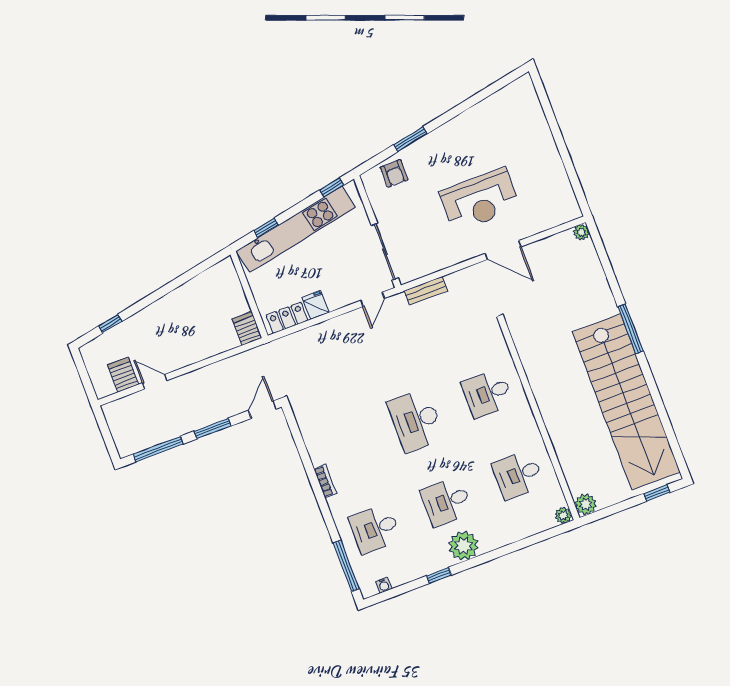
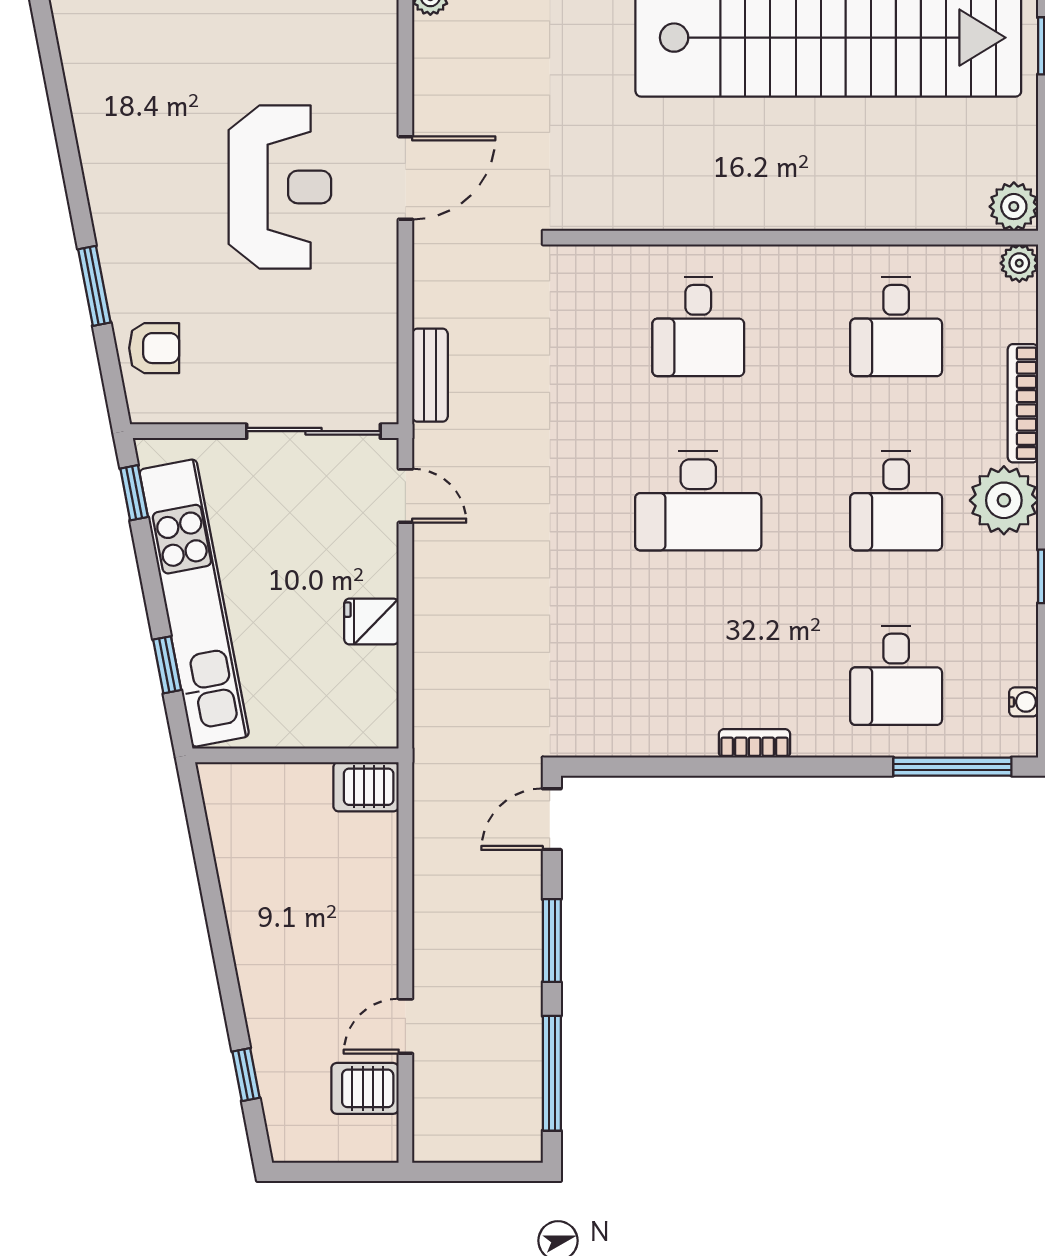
locker: (287, 318) -> (376, 693), removed
door: (262, 410) -> (552, 819), hinge flipped
bookcase: (506, 539) -> (1023, 403), added

